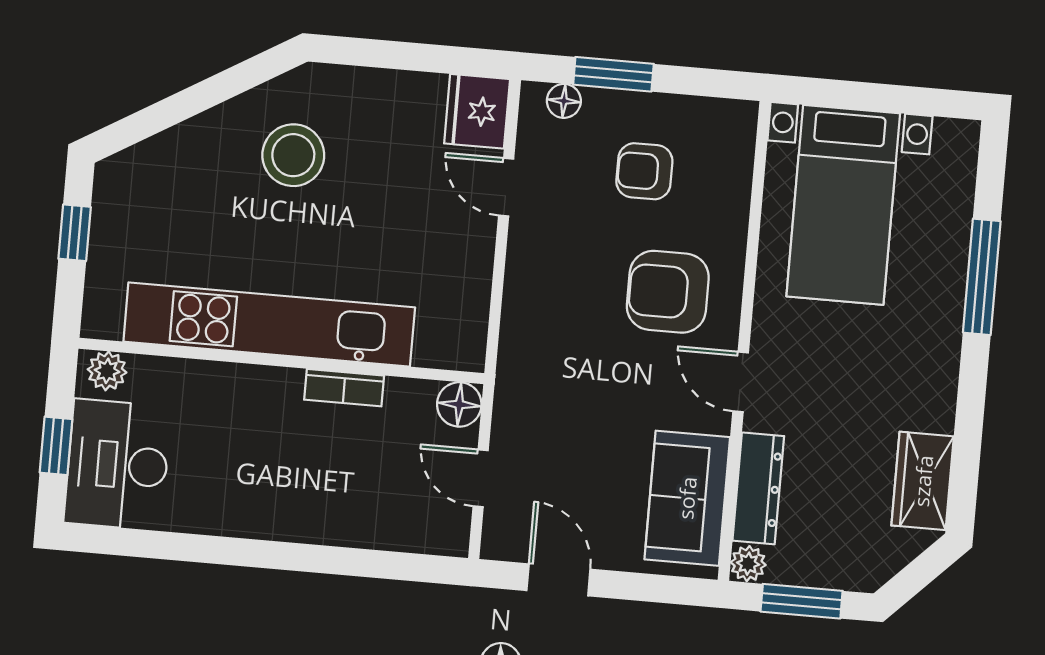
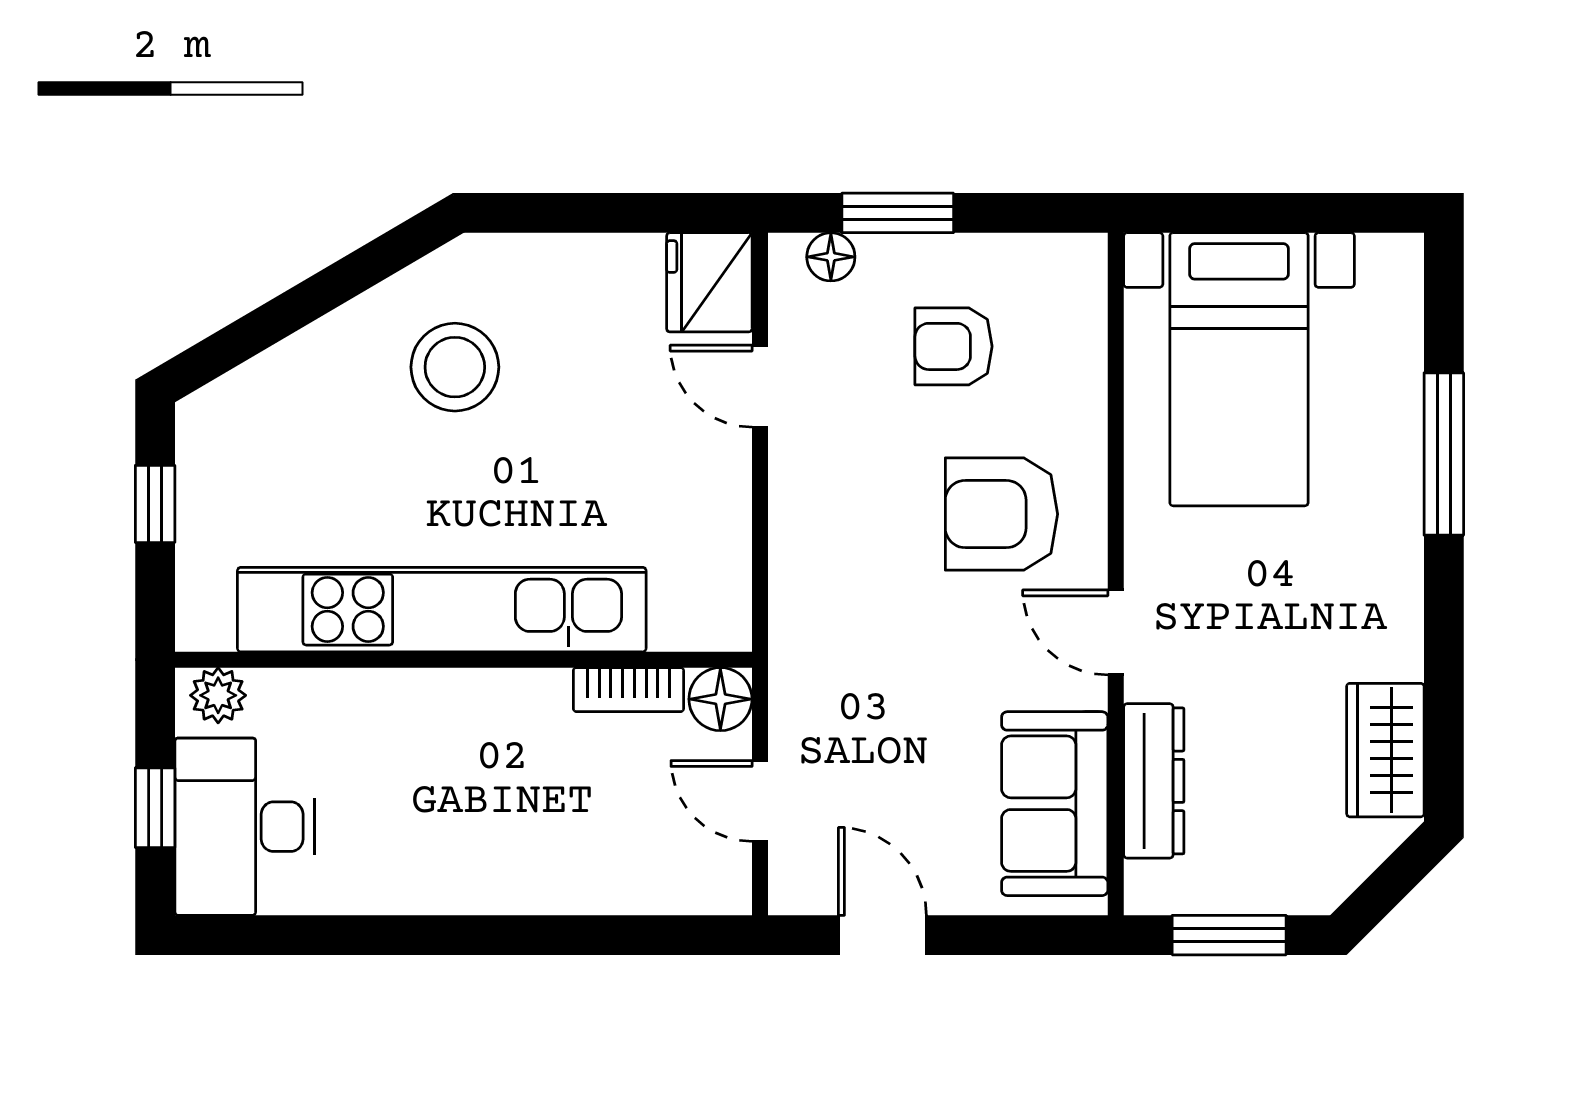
bookcase: (344, 388) -> (628, 690), moved
plant: (748, 564) -> (1149, 889), removed

